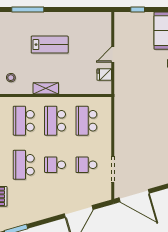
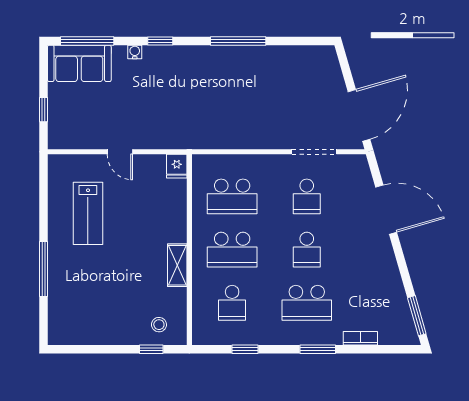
window: (28, 9) -> (43, 269), moved
lab bench: (50, 45) -> (88, 213), moved, turned 180
fridge: (104, 75) -> (177, 166), moved
school desk: (24, 121) -> (232, 303), width x0.54

